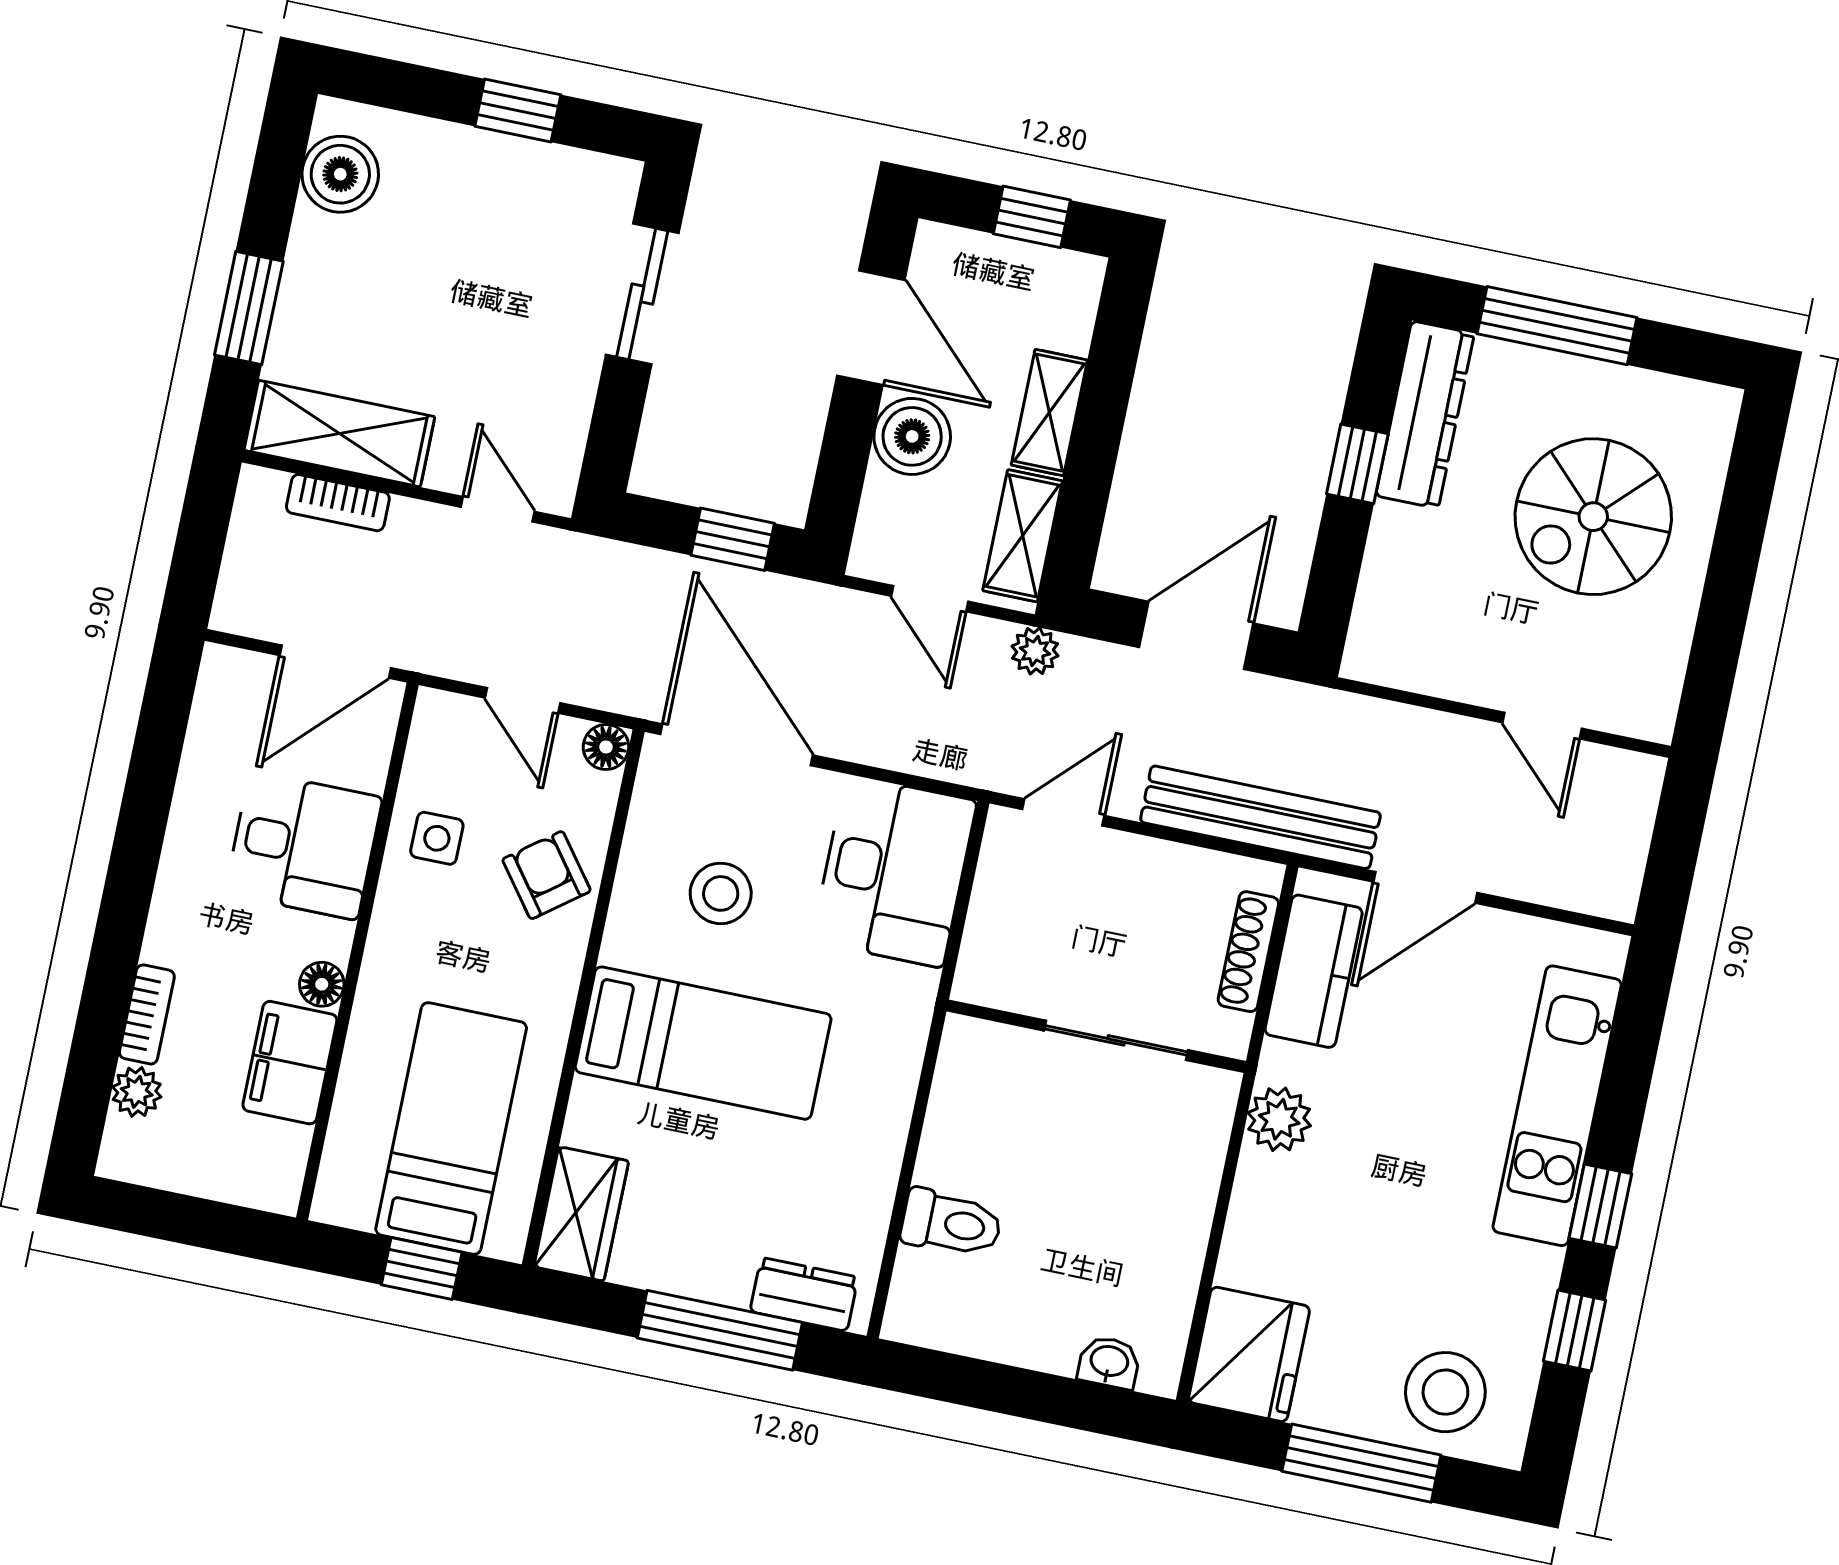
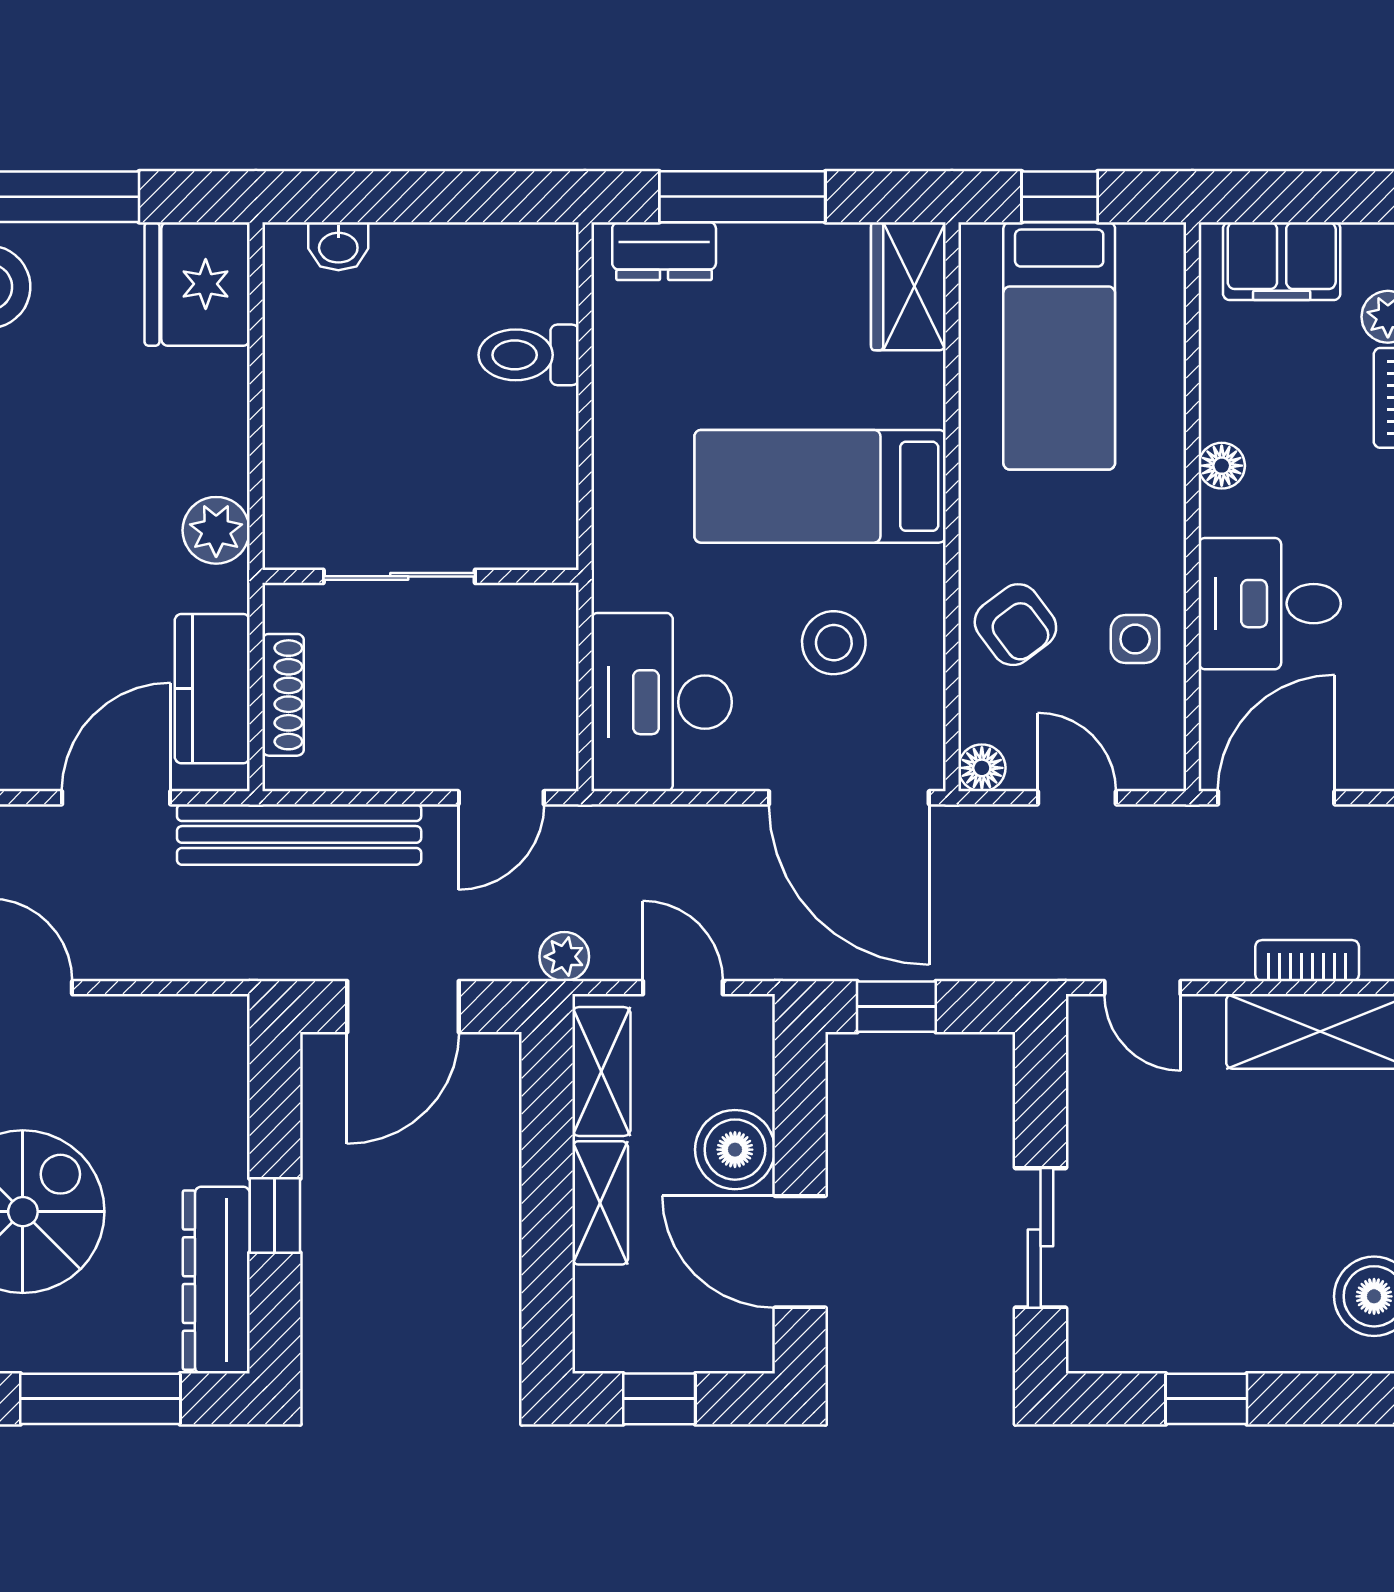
filing cabinet: (290, 1063) -> (1282, 261), moved, turned 90

